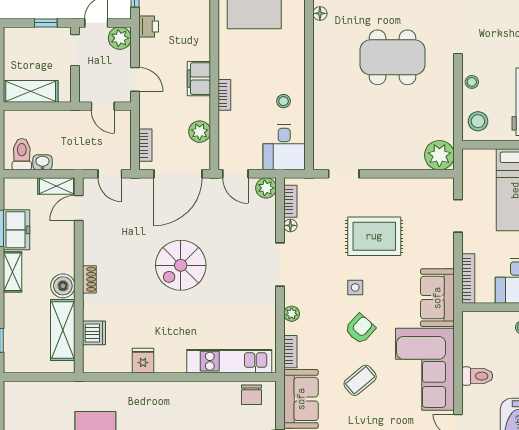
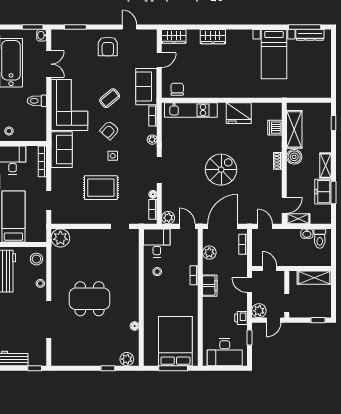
window: (46, 23) -> (318, 320), moved
fridge: (143, 361) -> (239, 113), width x1.88, depth x1.34

